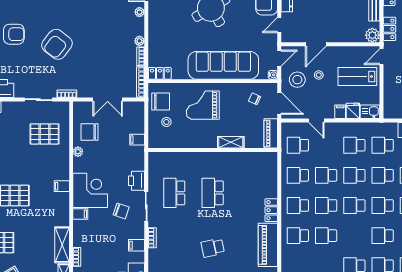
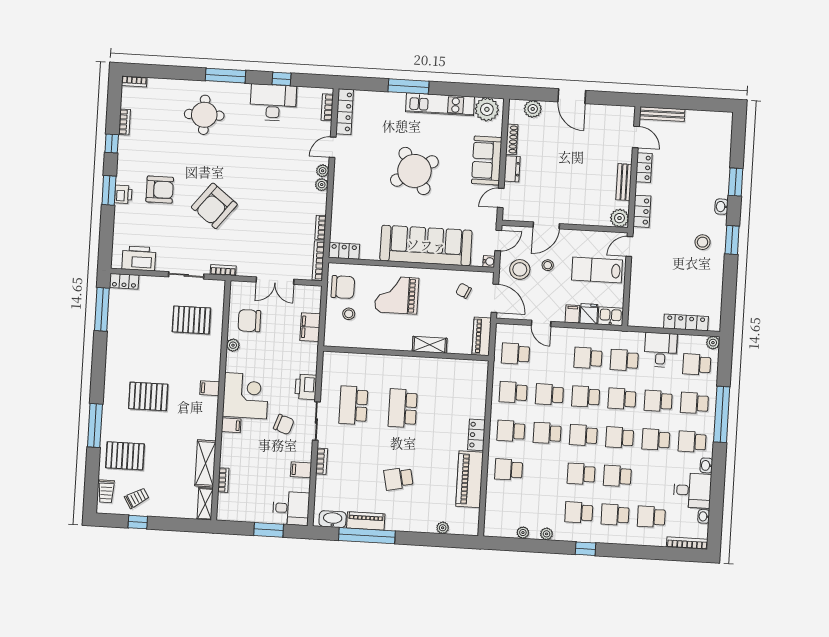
plant: (139, 41) -> (322, 185), moved
filing cabinet: (137, 140) -> (310, 327), width x2.00
school desk: (326, 236) -> (581, 474), moved

